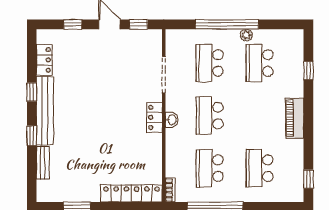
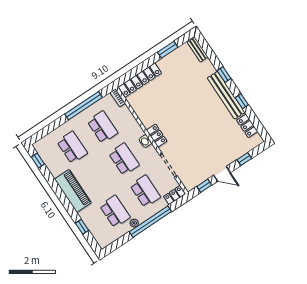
locker: (179, 36) -> (174, 195), added
piano: (295, 118) -> (73, 191), width x1.37, depth x1.33
bench: (43, 163) -> (198, 50), moved

